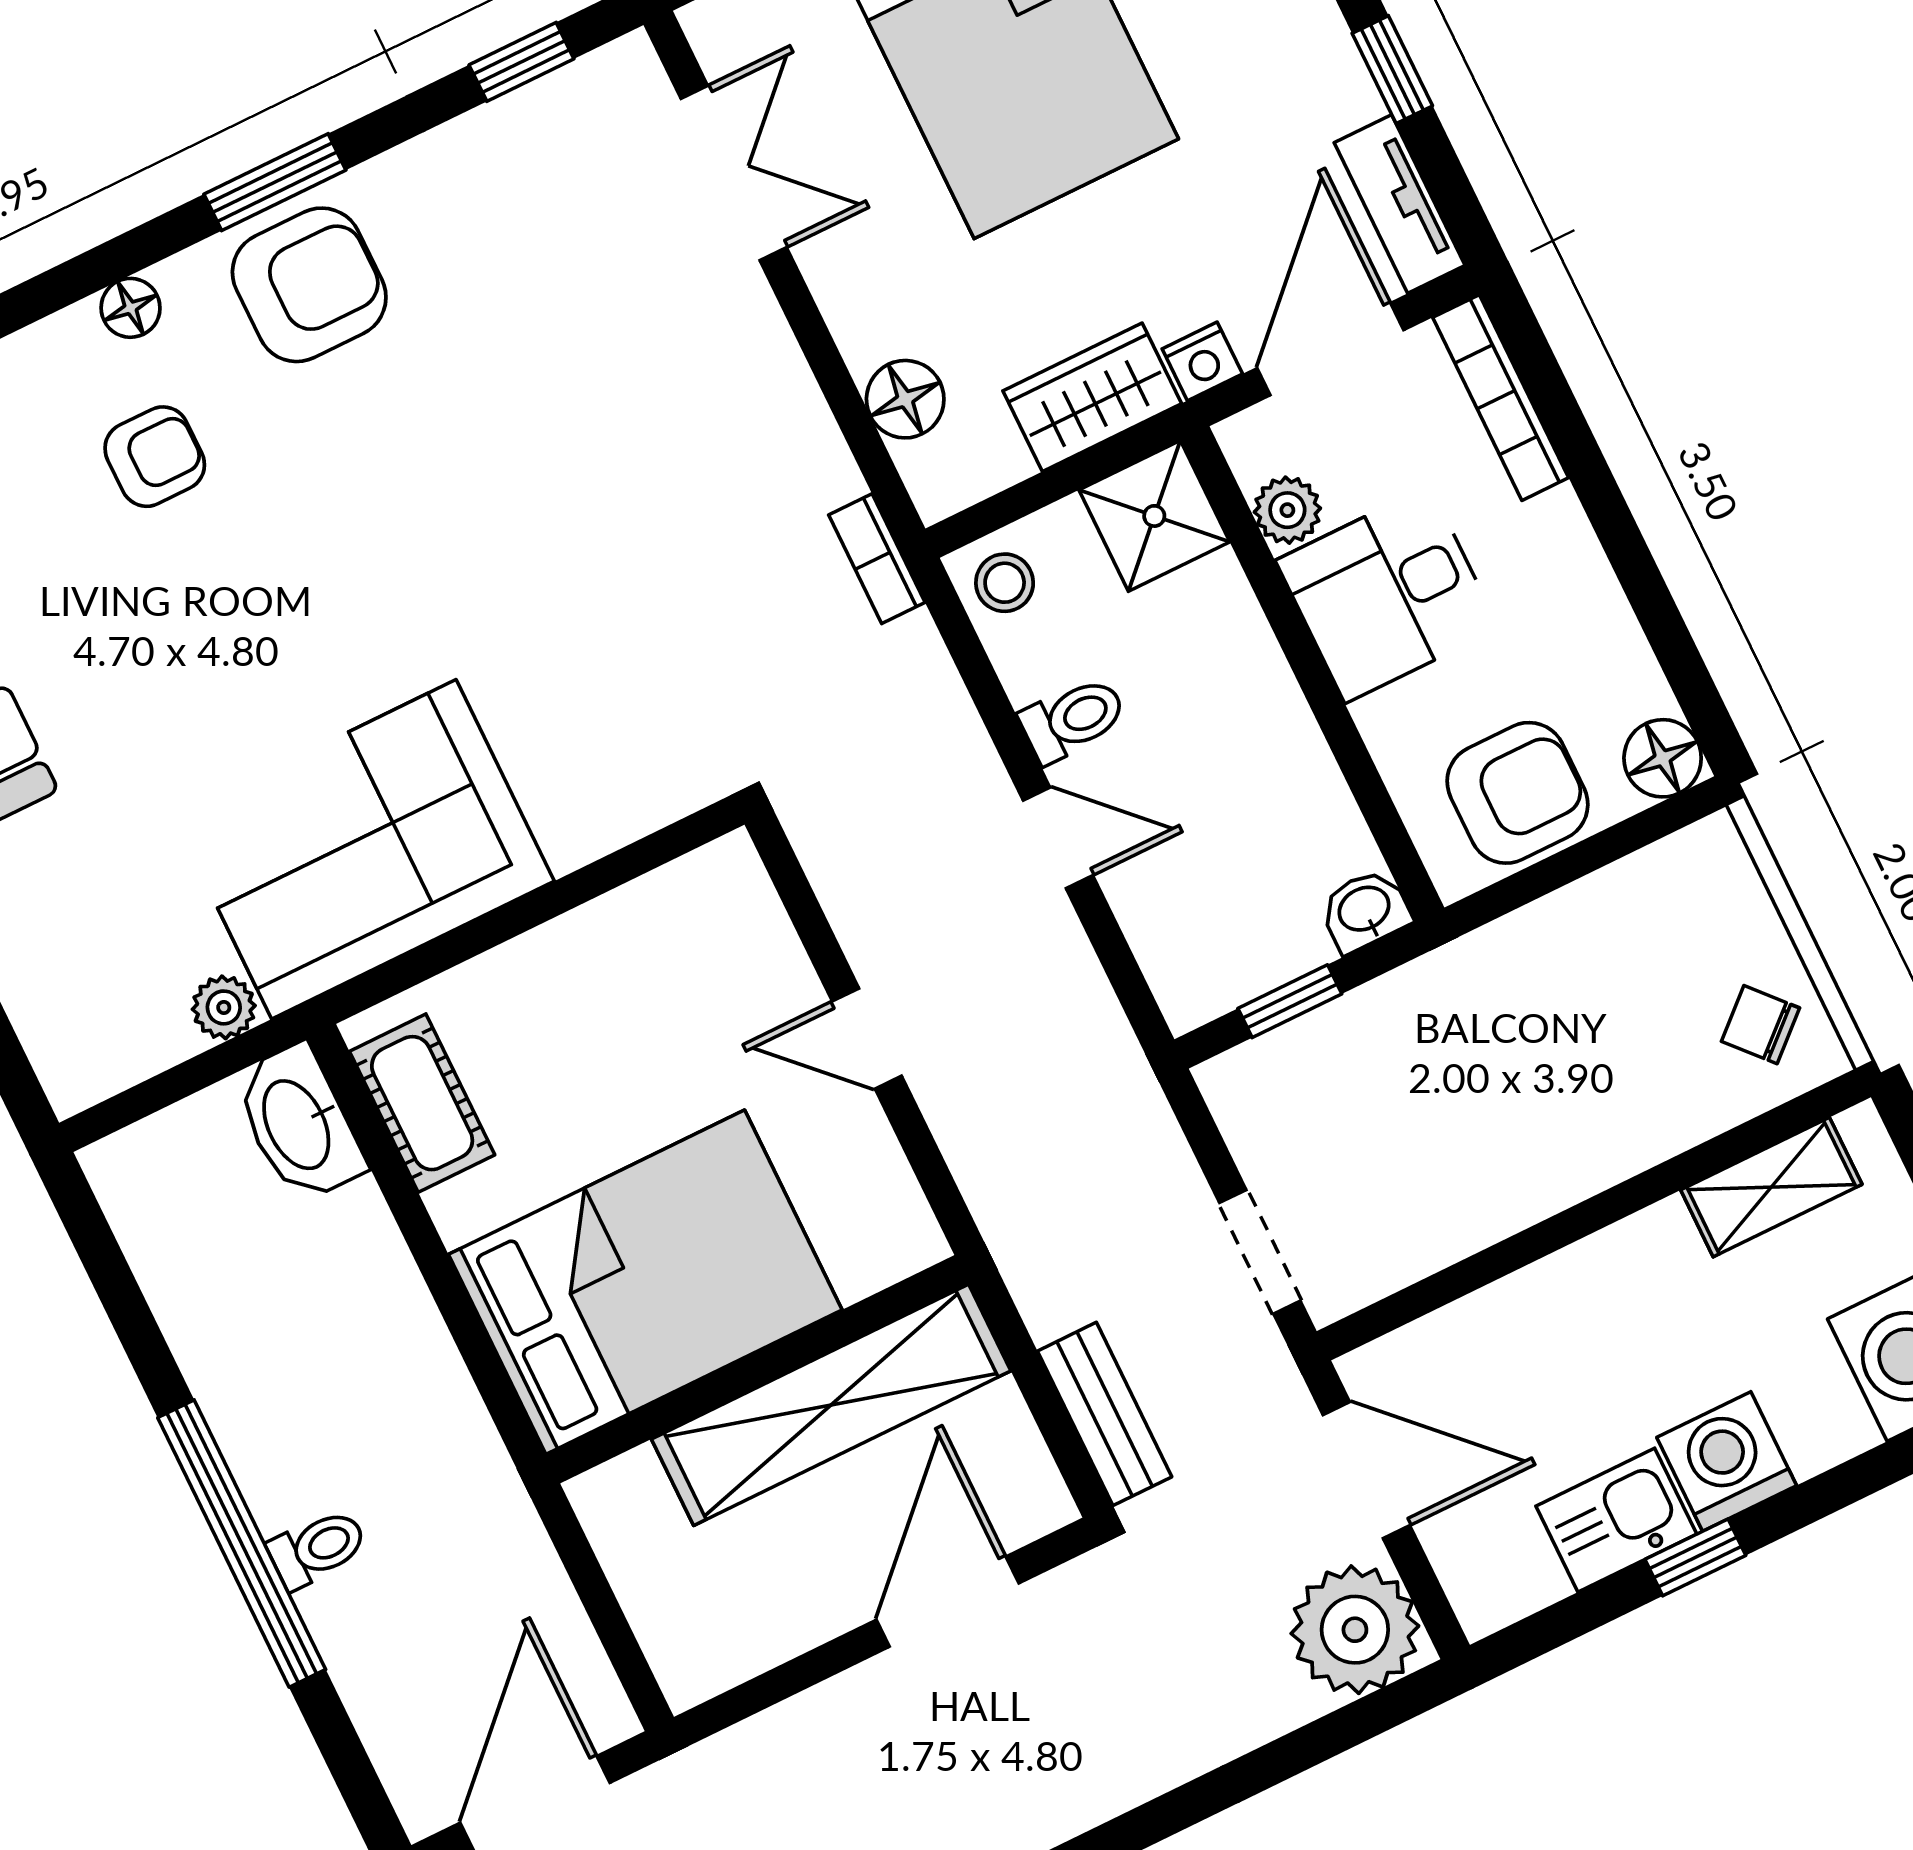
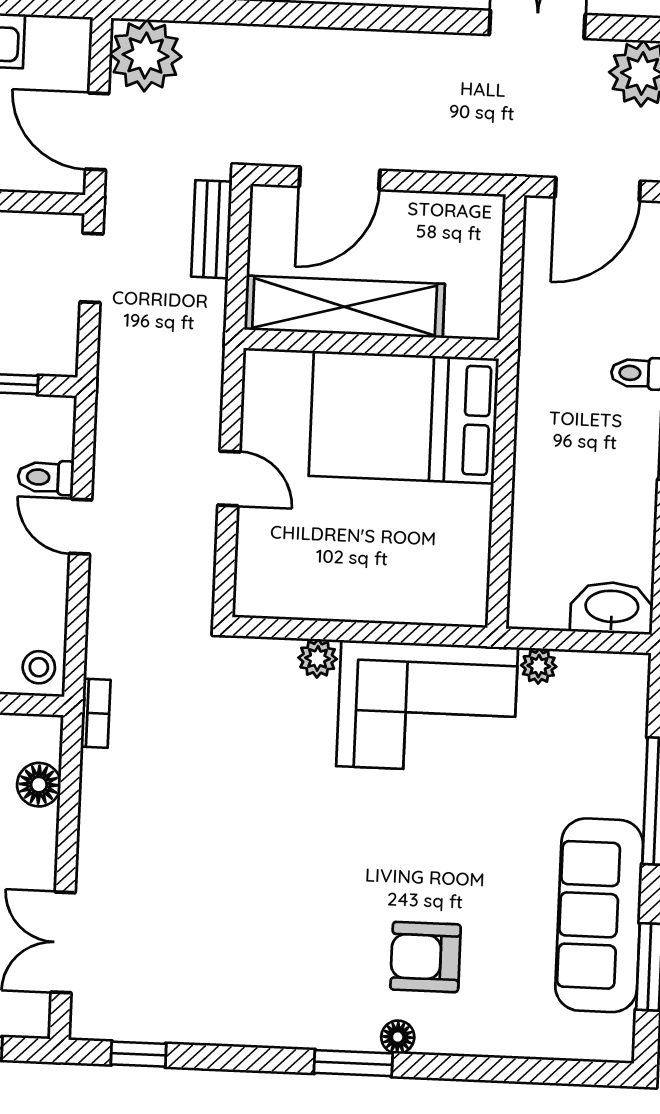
window: (275, 182) -> (353, 1063), moved
armchair: (309, 285) -> (303, 1001), removed
armchair: (155, 457) -> (426, 957), width x1.38, depth x1.38
toilet: (1073, 719) -> (46, 477), moved
plant: (576, 832) -> (318, 658), added
cot: (422, 1103) -> (466, 566), removed
washbasin: (299, 1123) -> (612, 608), moved, turned -90

